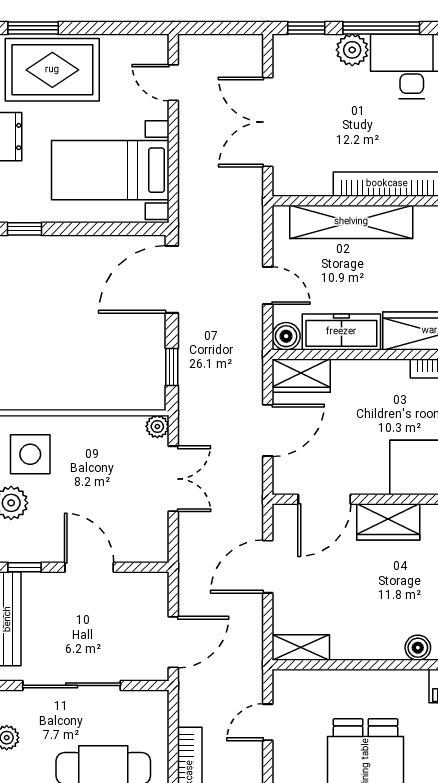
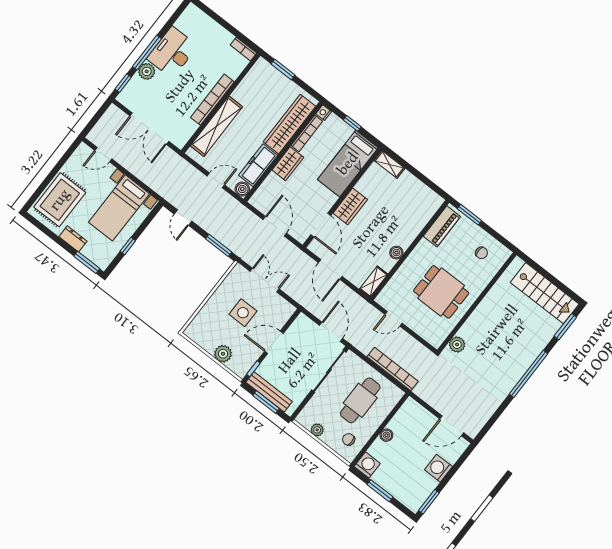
window: (33, 28) -> (37, 194), removed
window: (25, 229) -> (128, 246), moved
door: (172, 279) -> (183, 218), width x0.53
window: (172, 367) -> (219, 245), width x1.50
wardrobe: (301, 376) -> (288, 164), moved
plant: (157, 426) -> (238, 270), removed
side table: (30, 454) -> (243, 313), moved
boiler: (418, 648) -> (396, 253), moved
sliding door: (72, 685) -> (329, 371), moved
door: (268, 722) -> (394, 319), hinge flipped

